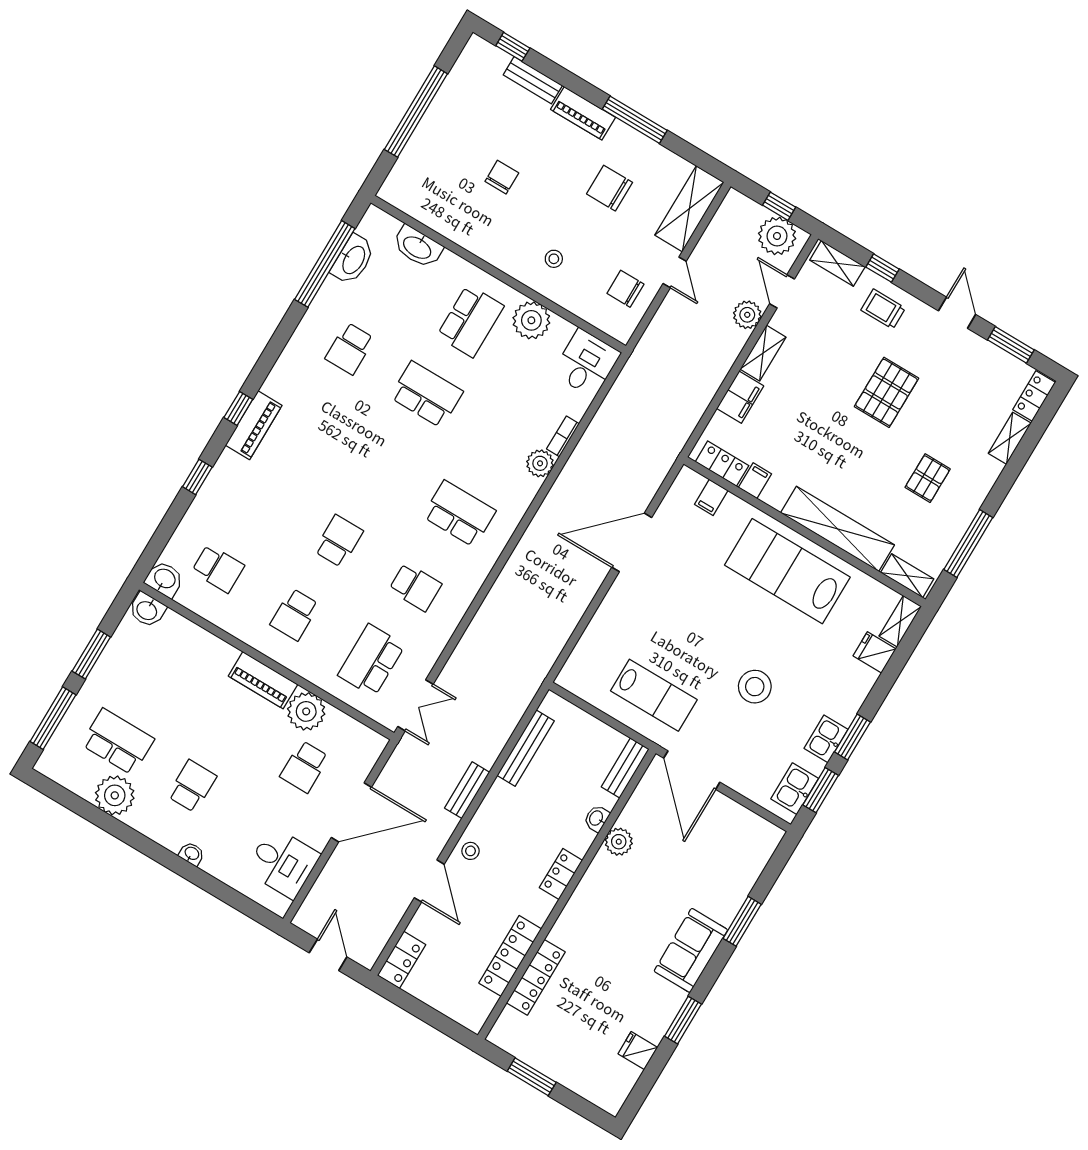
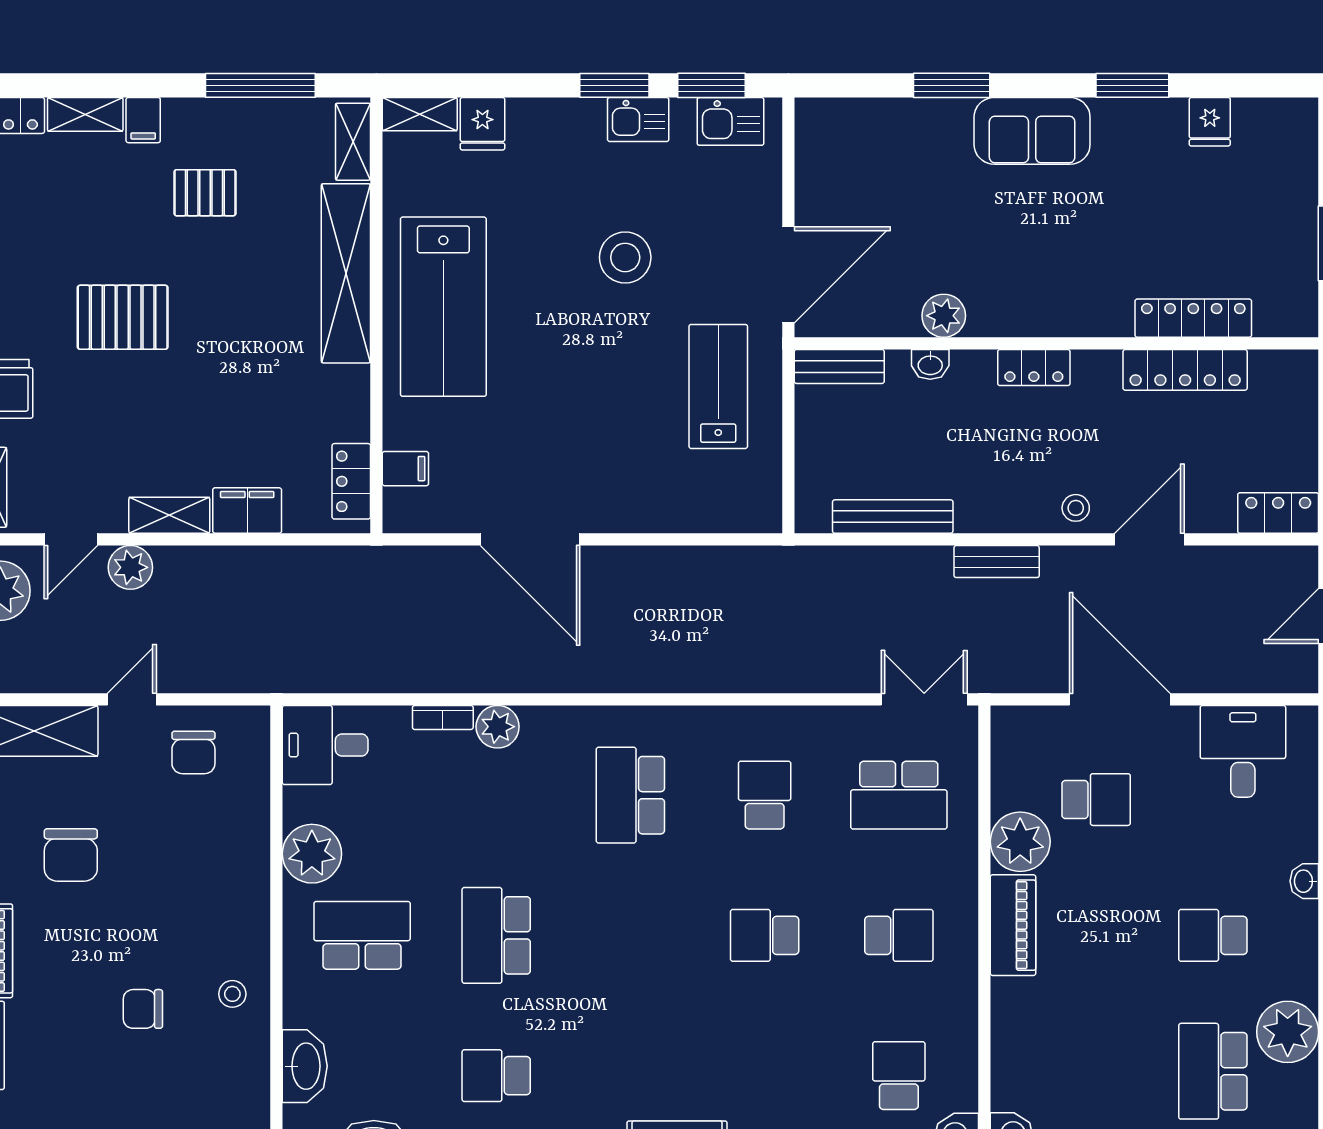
stool: (554, 259) -> (232, 994), moved
school desk: (350, 348) -> (496, 1076), turned 180
filing cabinet: (755, 481) -> (143, 120), moved, turned -90

